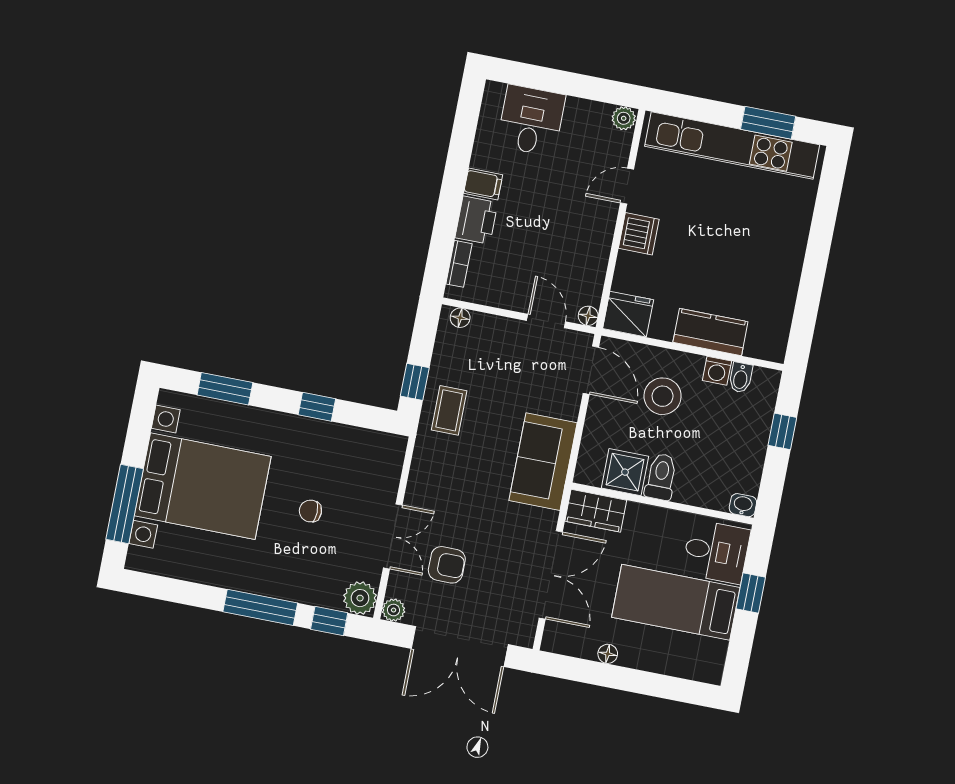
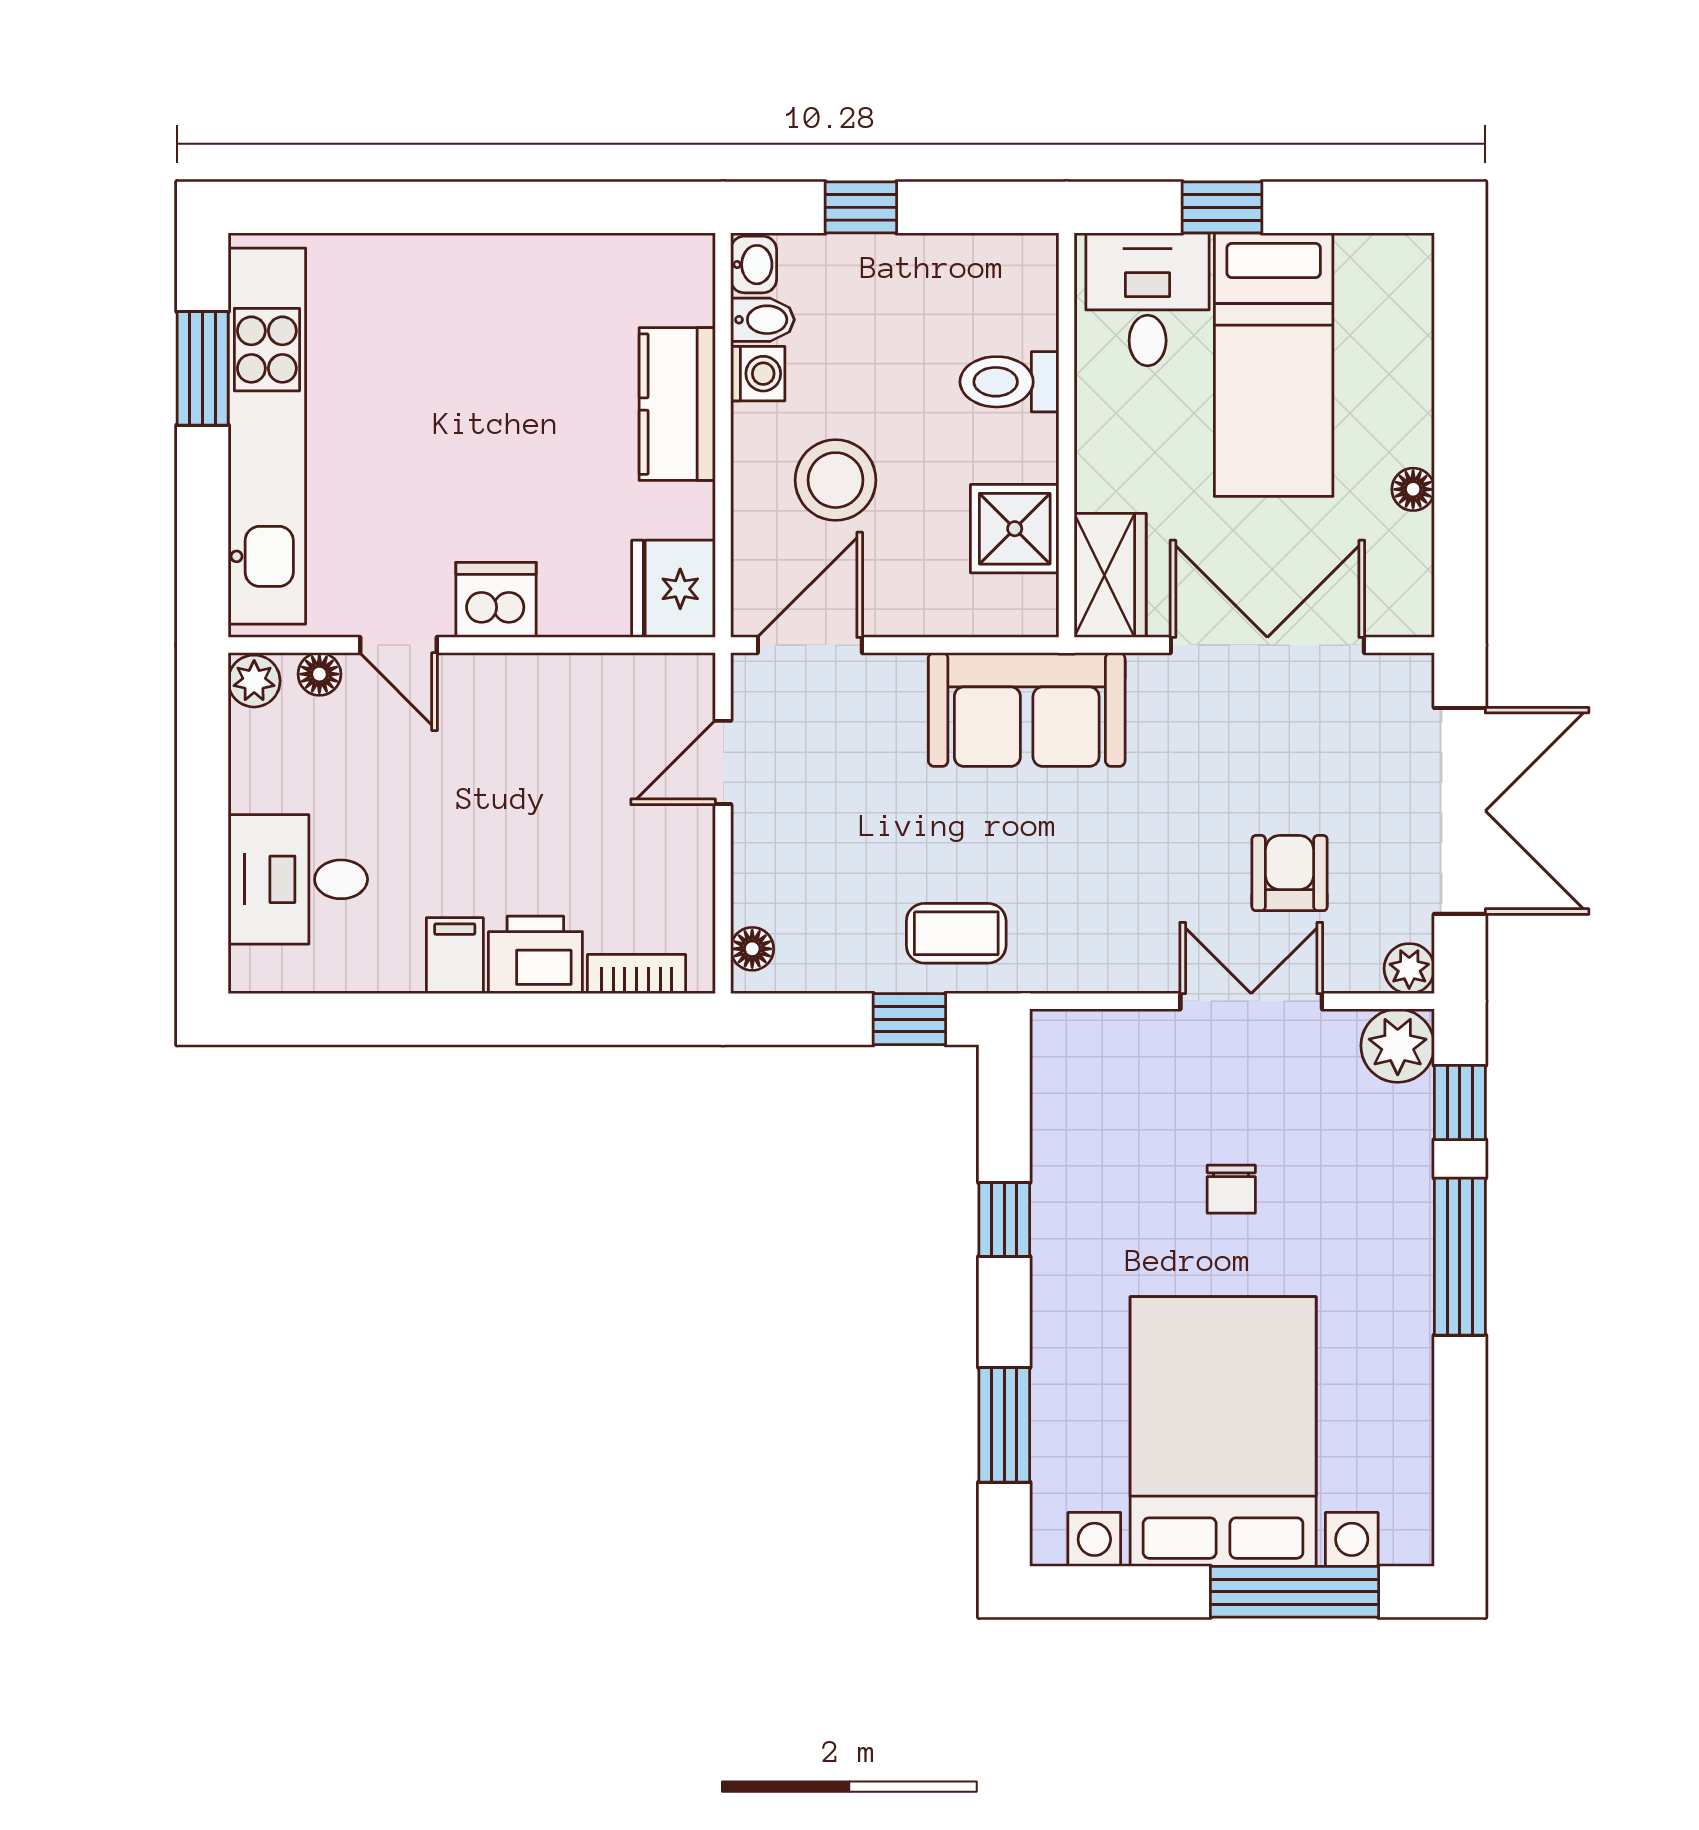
floor lamp: (588, 316) -> (319, 674), moved
toilet: (661, 477) -> (1009, 382), moved
washbasin: (743, 505) -> (754, 265), moved, turned 180

